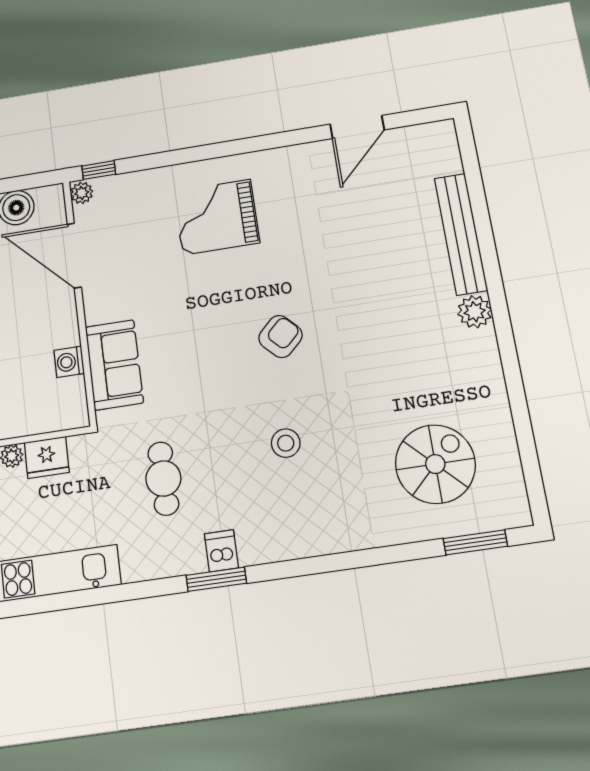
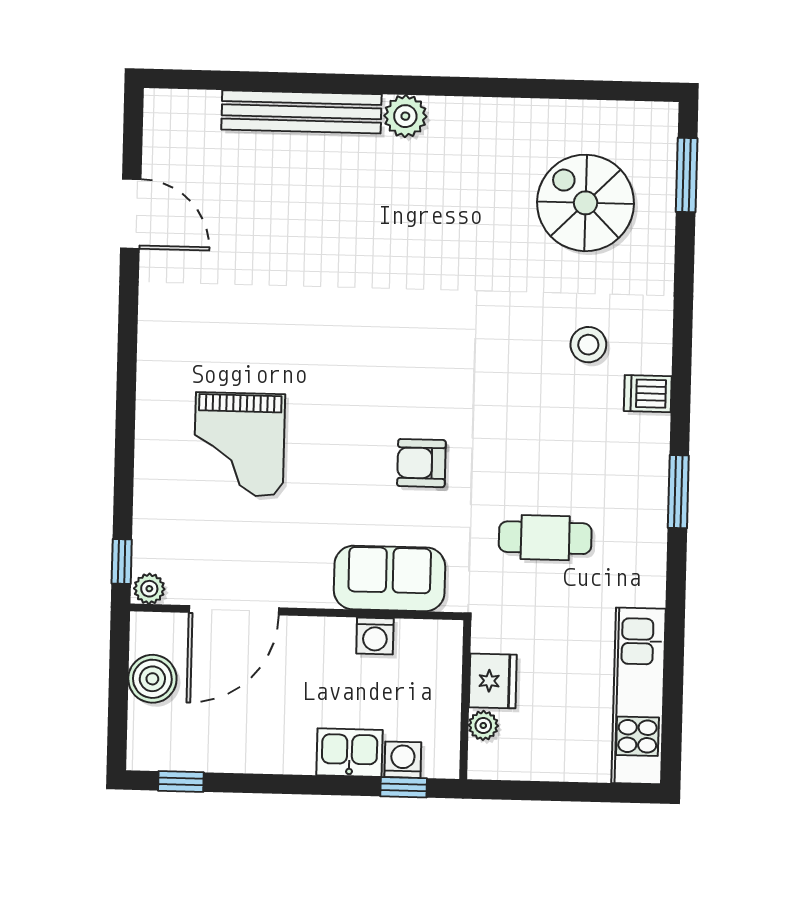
grand piano: (216, 217) -> (239, 444), moved
armchair: (280, 337) -> (421, 463), moved, turned -46
stool: (286, 443) -> (588, 345), moved
dishwasher: (221, 551) -> (648, 394), moved

